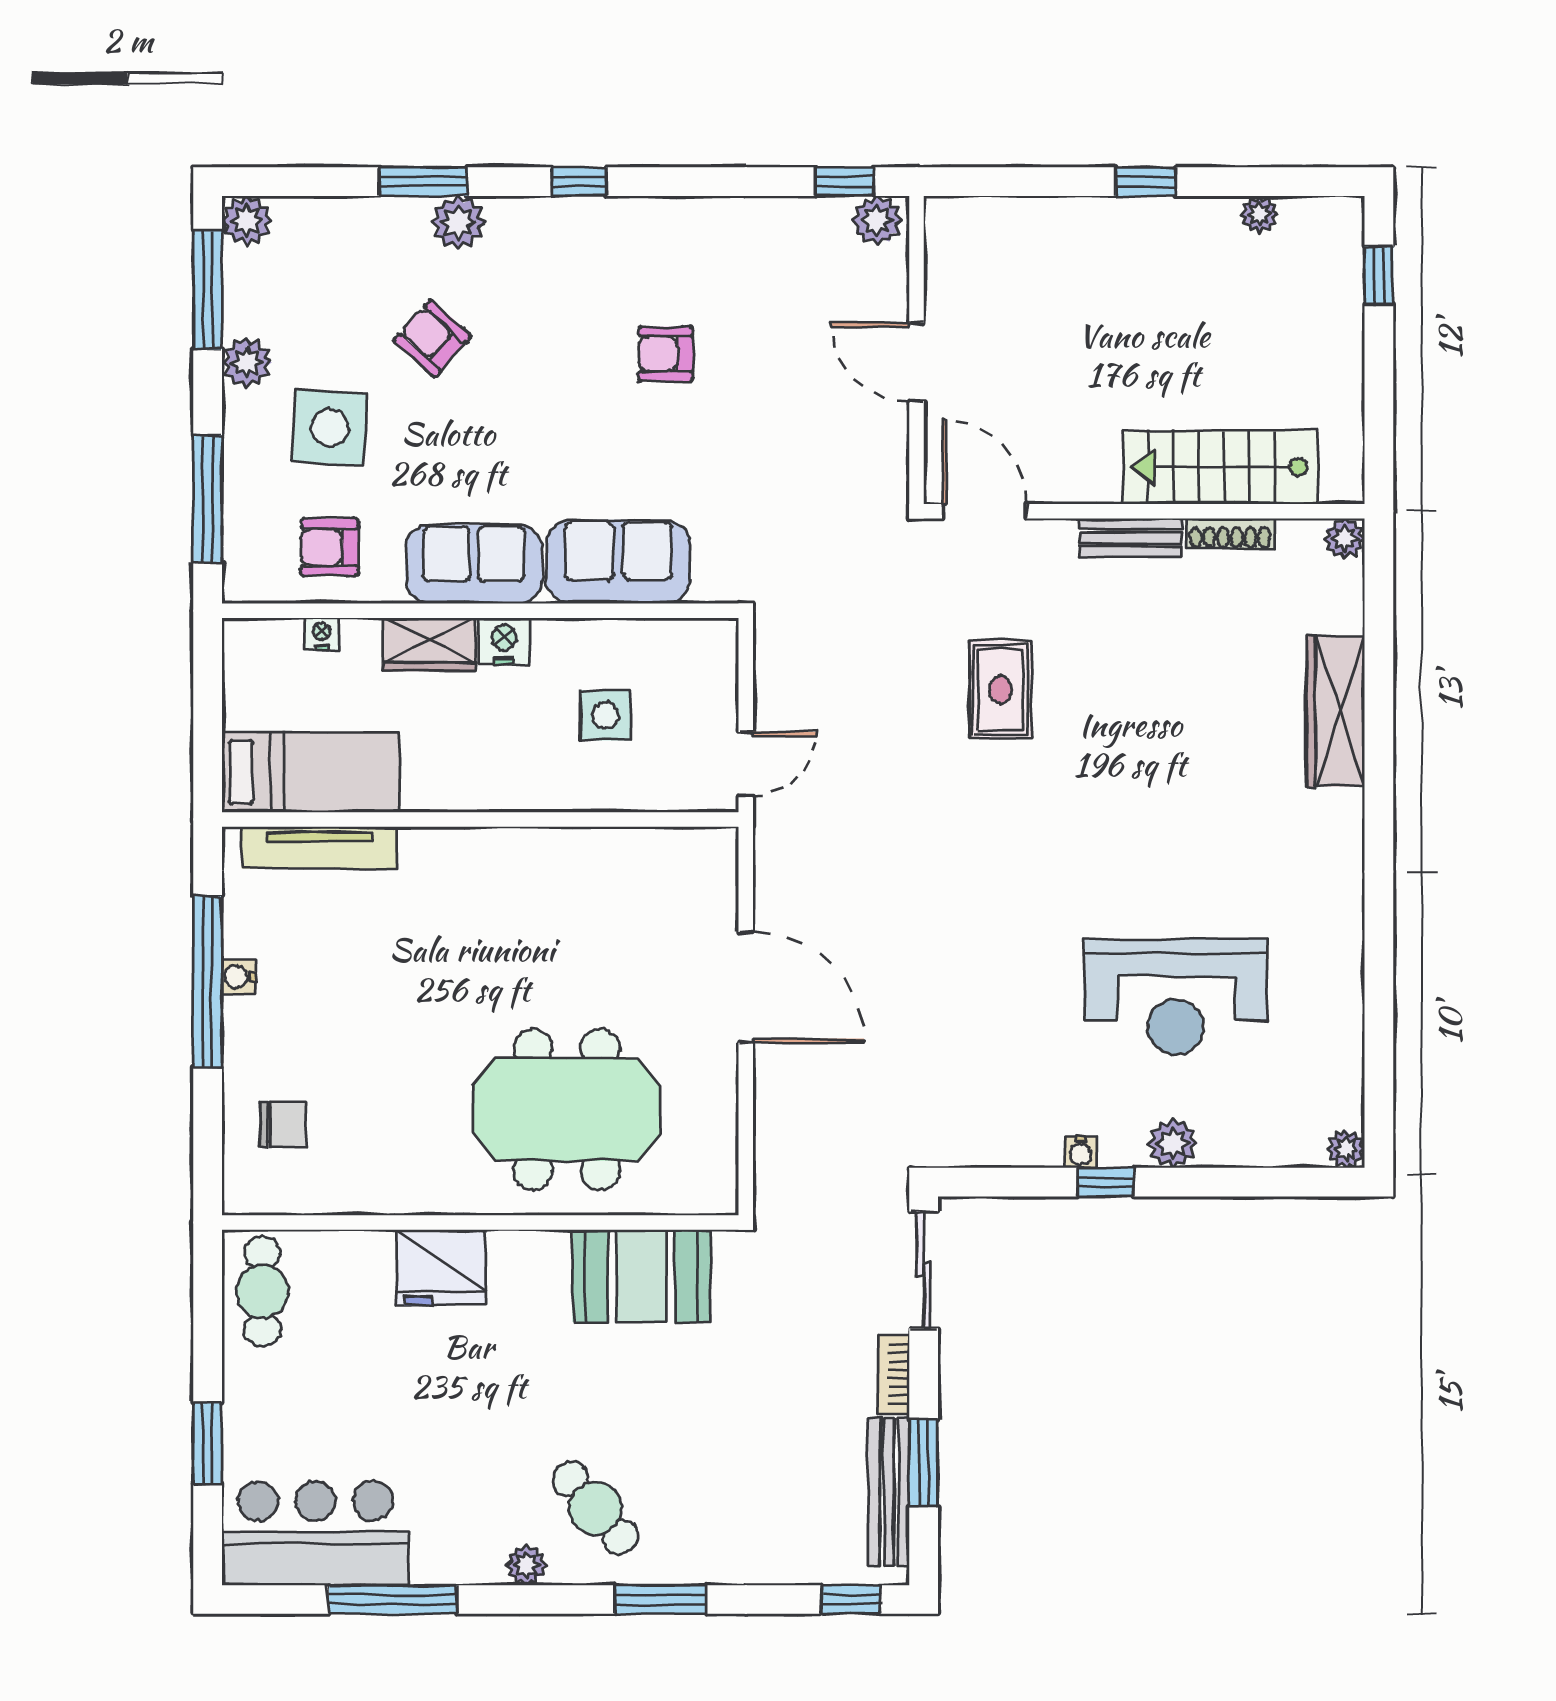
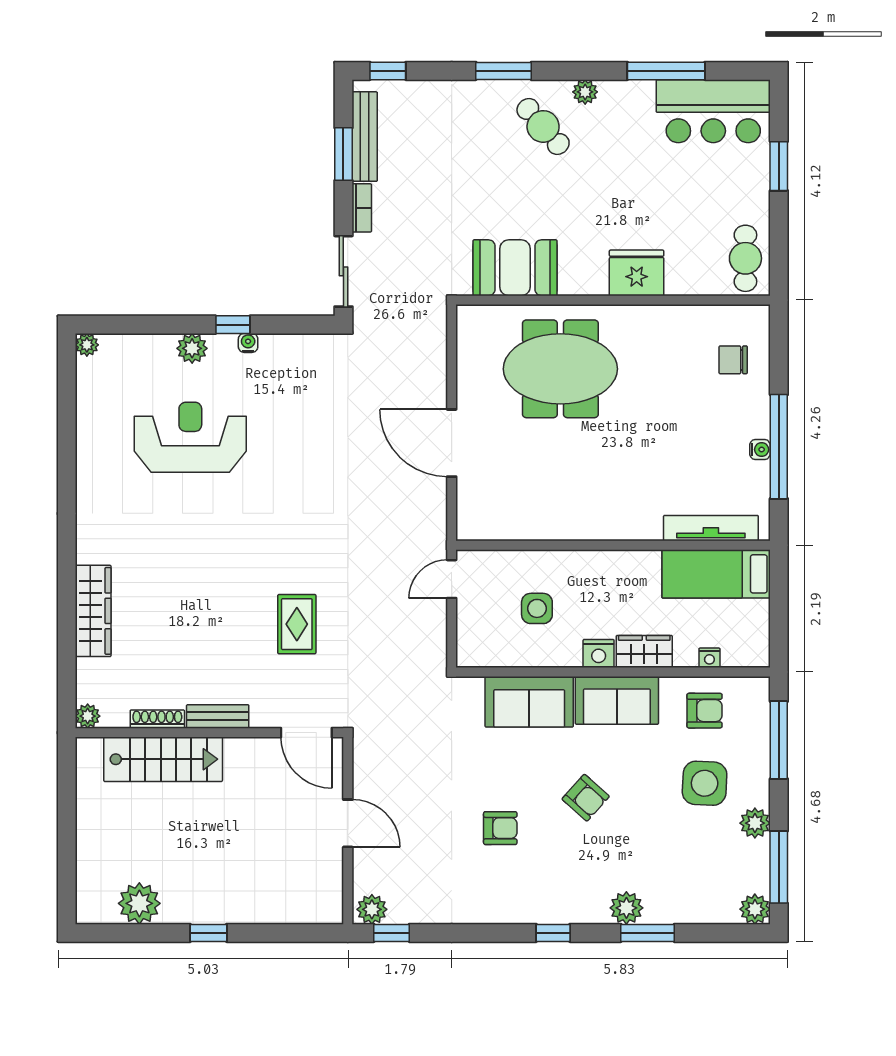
plant: (1260, 214) -> (139, 903), width x1.88, depth x1.88
window: (1379, 275) -> (67, 876), removed
armchair: (432, 338) -> (586, 798), moved

